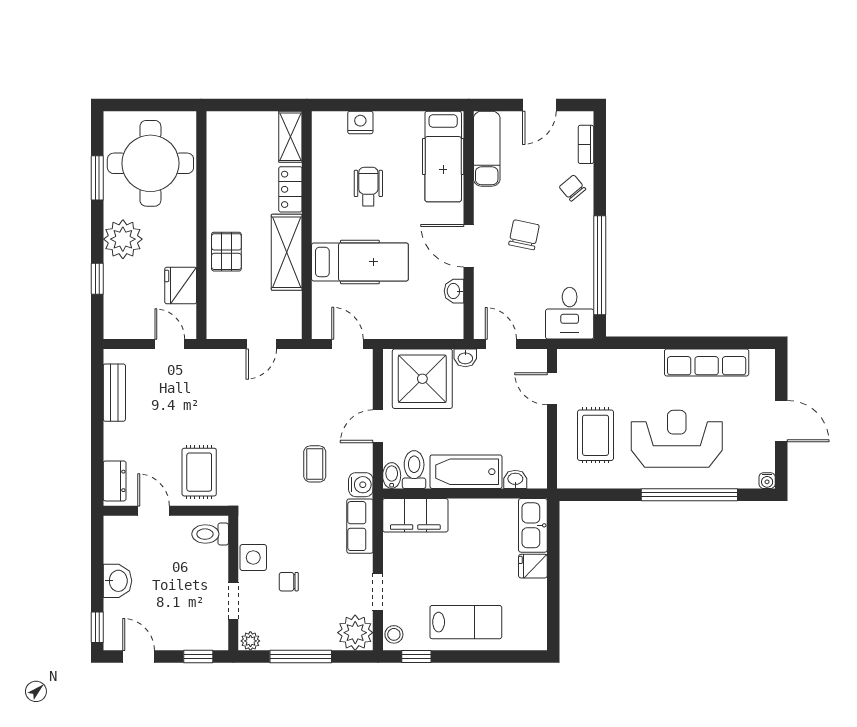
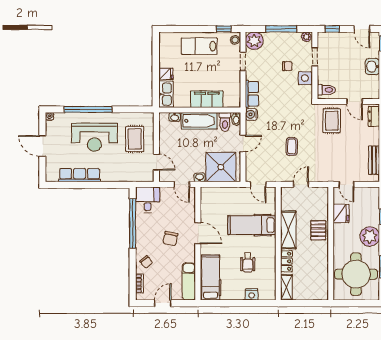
washbasin: (454, 291) -> (205, 211), removed
coffee table: (315, 464) -> (292, 146), moved
filing cabinet: (415, 515) -> (207, 99), moved

